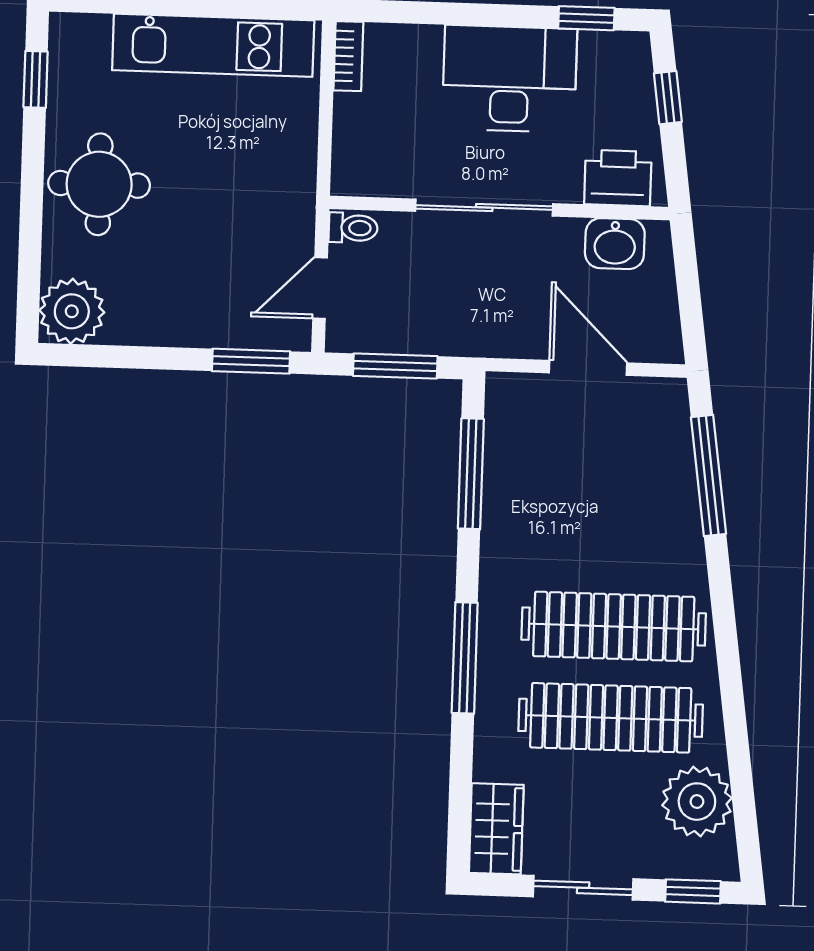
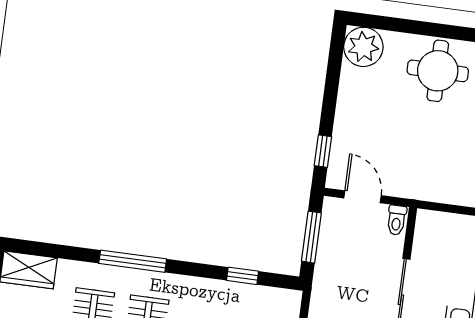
window: (251, 361) -> (323, 151), width x0.67
window: (471, 474) -> (242, 276), width x0.46

